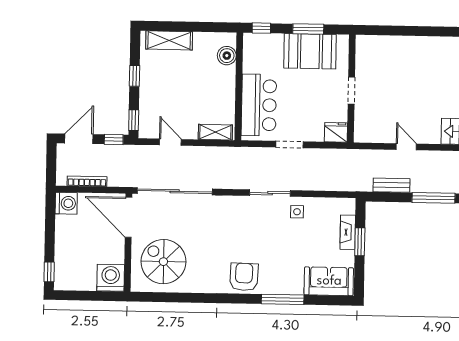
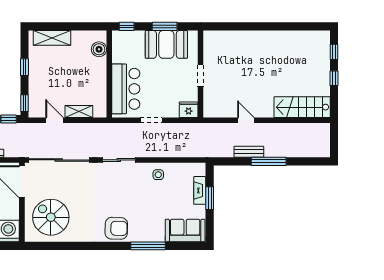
shelving: (215, 132) -> (79, 111), moved
bench: (391, 185) -> (249, 152), moved
sliding door: (270, 193) -> (119, 160), moved
armchair: (244, 277) -> (116, 228), turned 90

